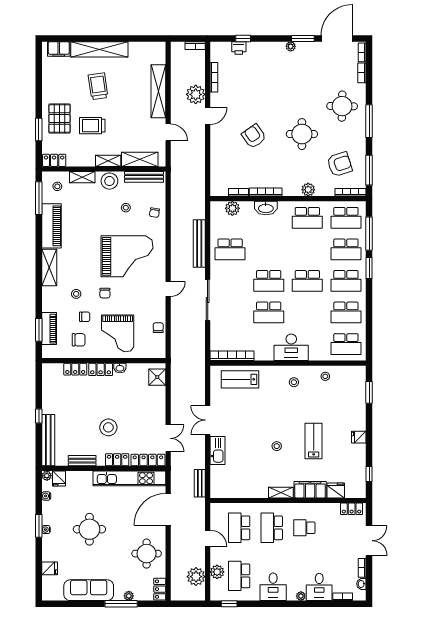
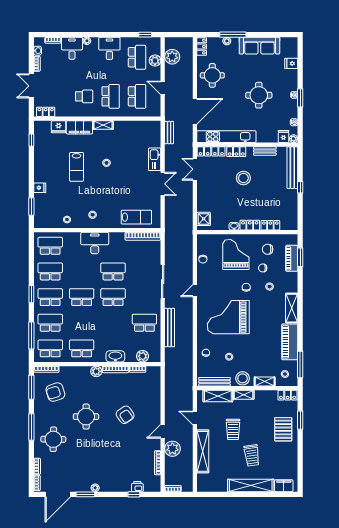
trolley: (92, 126) -> (233, 429), moved, turned 90
plant: (308, 190) -> (96, 371), moved
window: (369, 268) -> (31, 294), moved
fridge: (359, 437) -> (40, 188), moved

